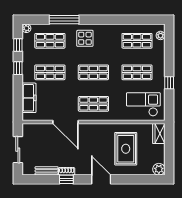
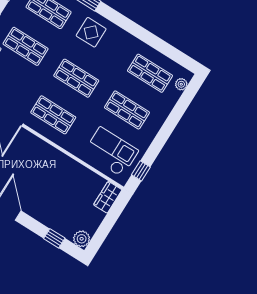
window: (169, 83) -> (141, 171), moved
rug: (126, 149) -> (58, 191), removed
window: (142, 179) -> (54, 238), added

